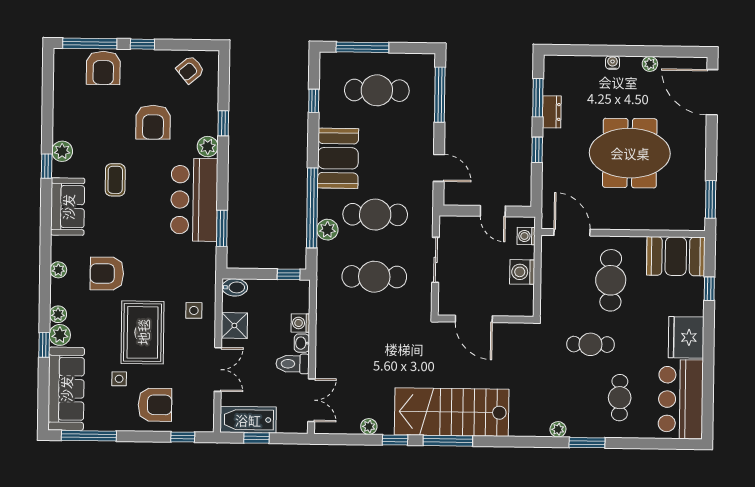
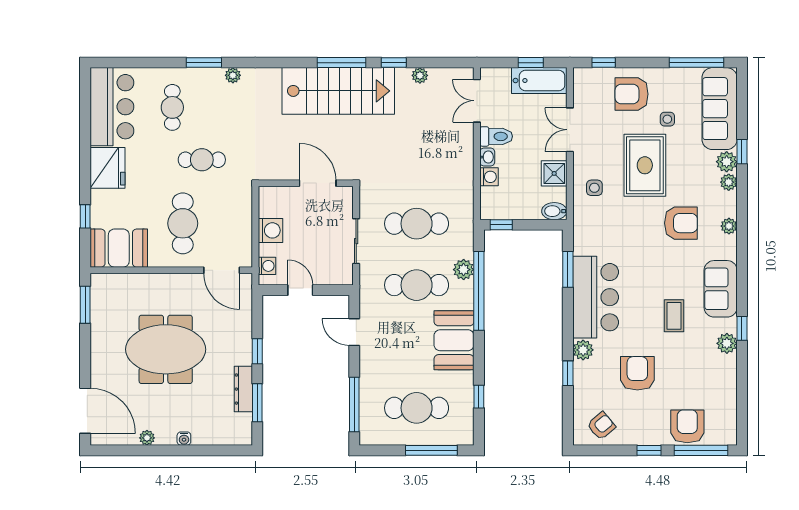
dresser: (552, 112) -> (243, 389), width x1.44

